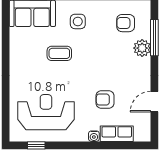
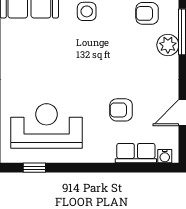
coffee table: (59, 53) -> (63, 52), removed
water cooler: (94, 136) -> (165, 156), moved

